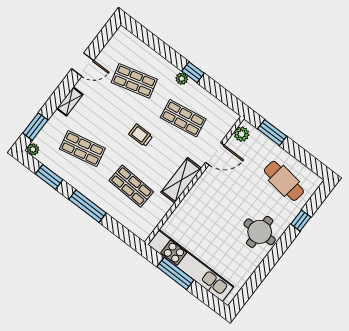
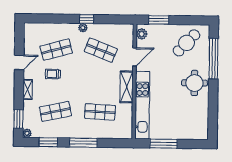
shop shelf: (183, 118) -> (101, 50), turned 30
trolley: (141, 135) -> (53, 74), moved
cafe table: (284, 181) -> (186, 43), turned -54
window: (301, 221) -> (213, 59), width x3.17
kitchen unit: (191, 266) -> (142, 105), moved, turned 90

